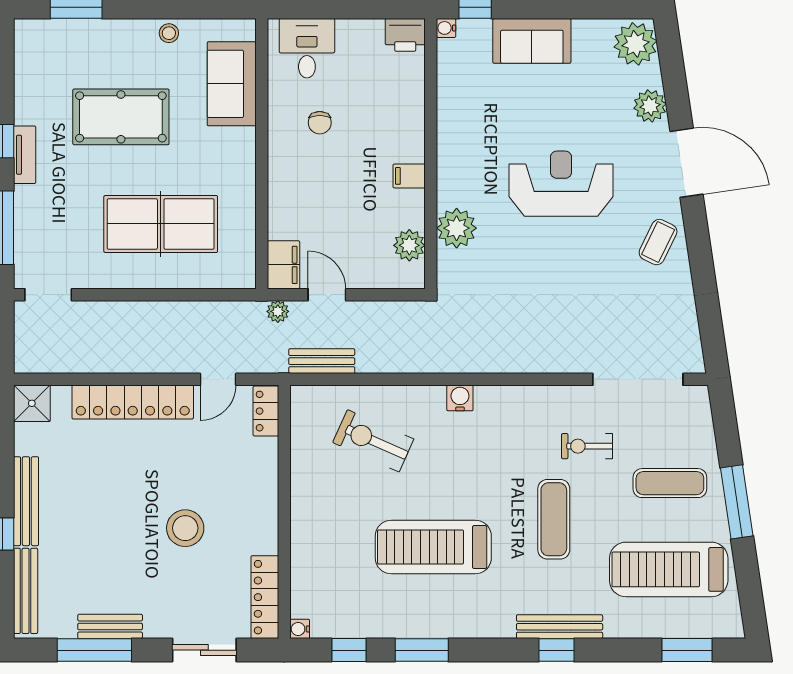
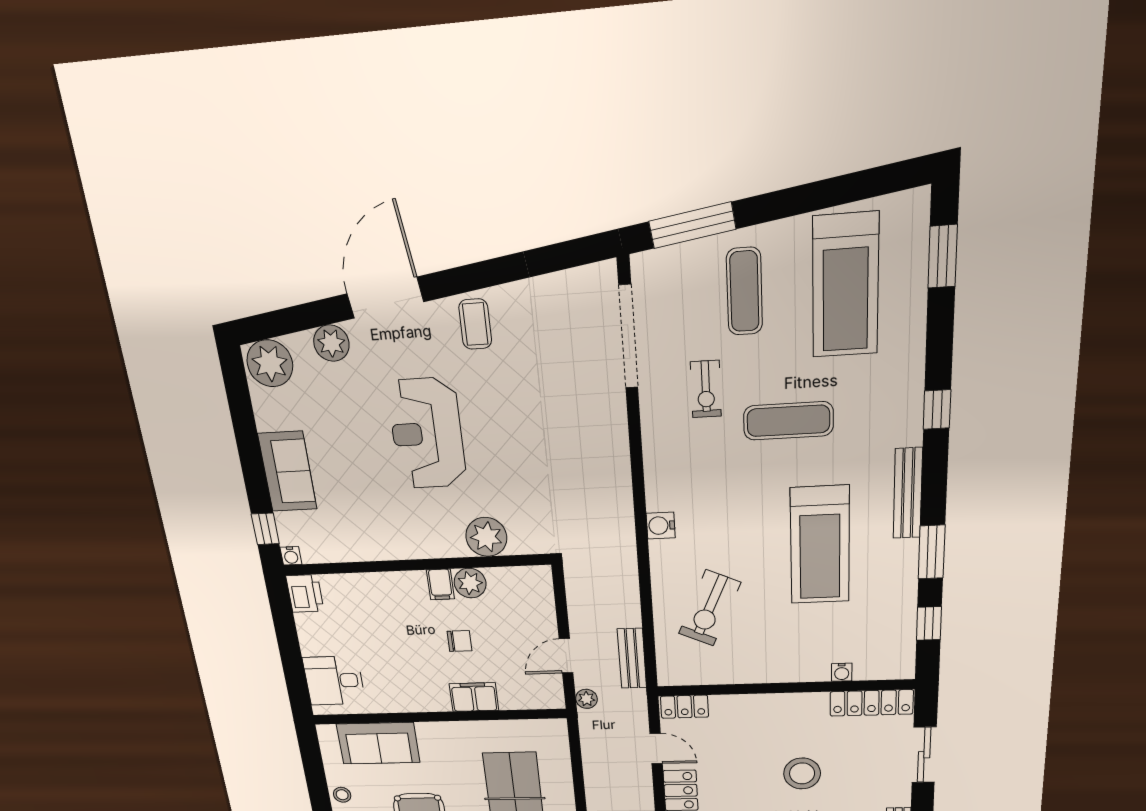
chair: (320, 123) -> (459, 641), moved
coffee table: (658, 242) -> (475, 324), turned 64
plant: (409, 245) -> (470, 583), moved
filing cabinet: (283, 265) -> (474, 697), moved
window: (737, 502) -> (692, 225), moved
bench: (560, 627) -> (908, 493), moved
water cooler: (300, 629) -> (842, 672), moved

